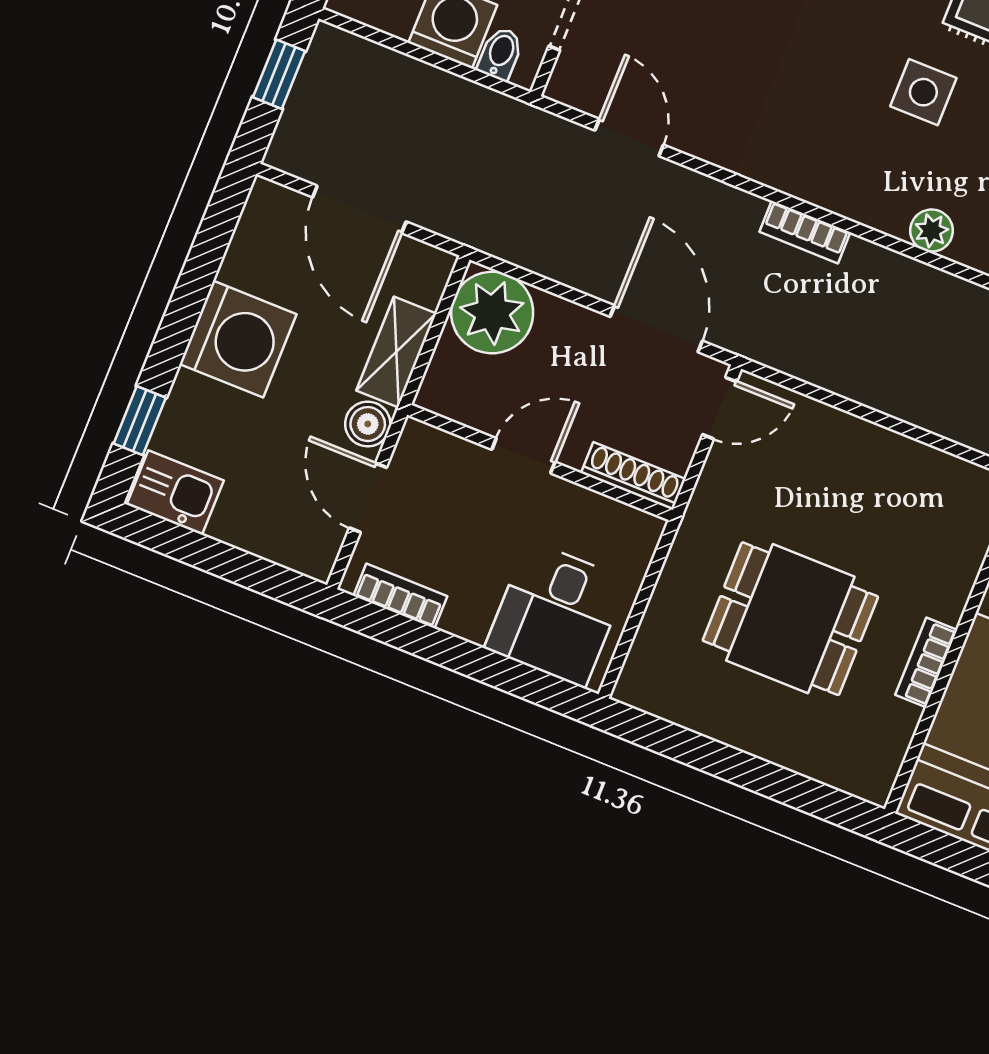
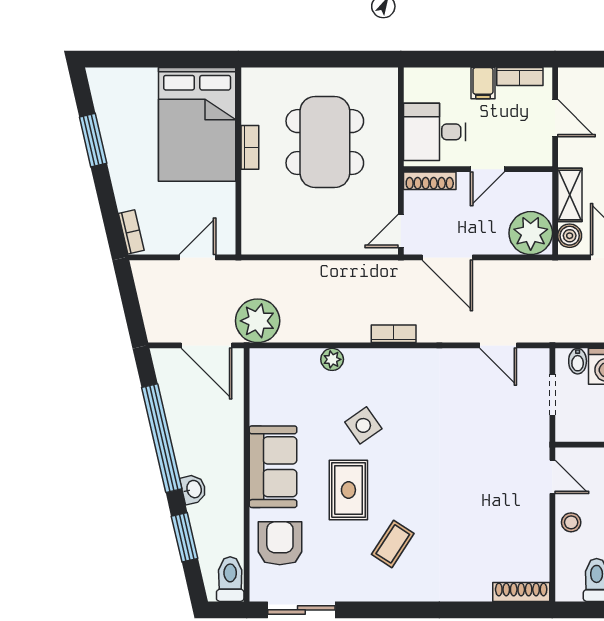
side table: (923, 92) -> (363, 425), turned -35
boiler: (368, 424) -> (570, 236), moved
filing cabinet: (470, 611) -> (483, 83), added
desk: (556, 614) -> (435, 132), moved, turned -90
dining table: (790, 619) -> (325, 142), width x1.38

